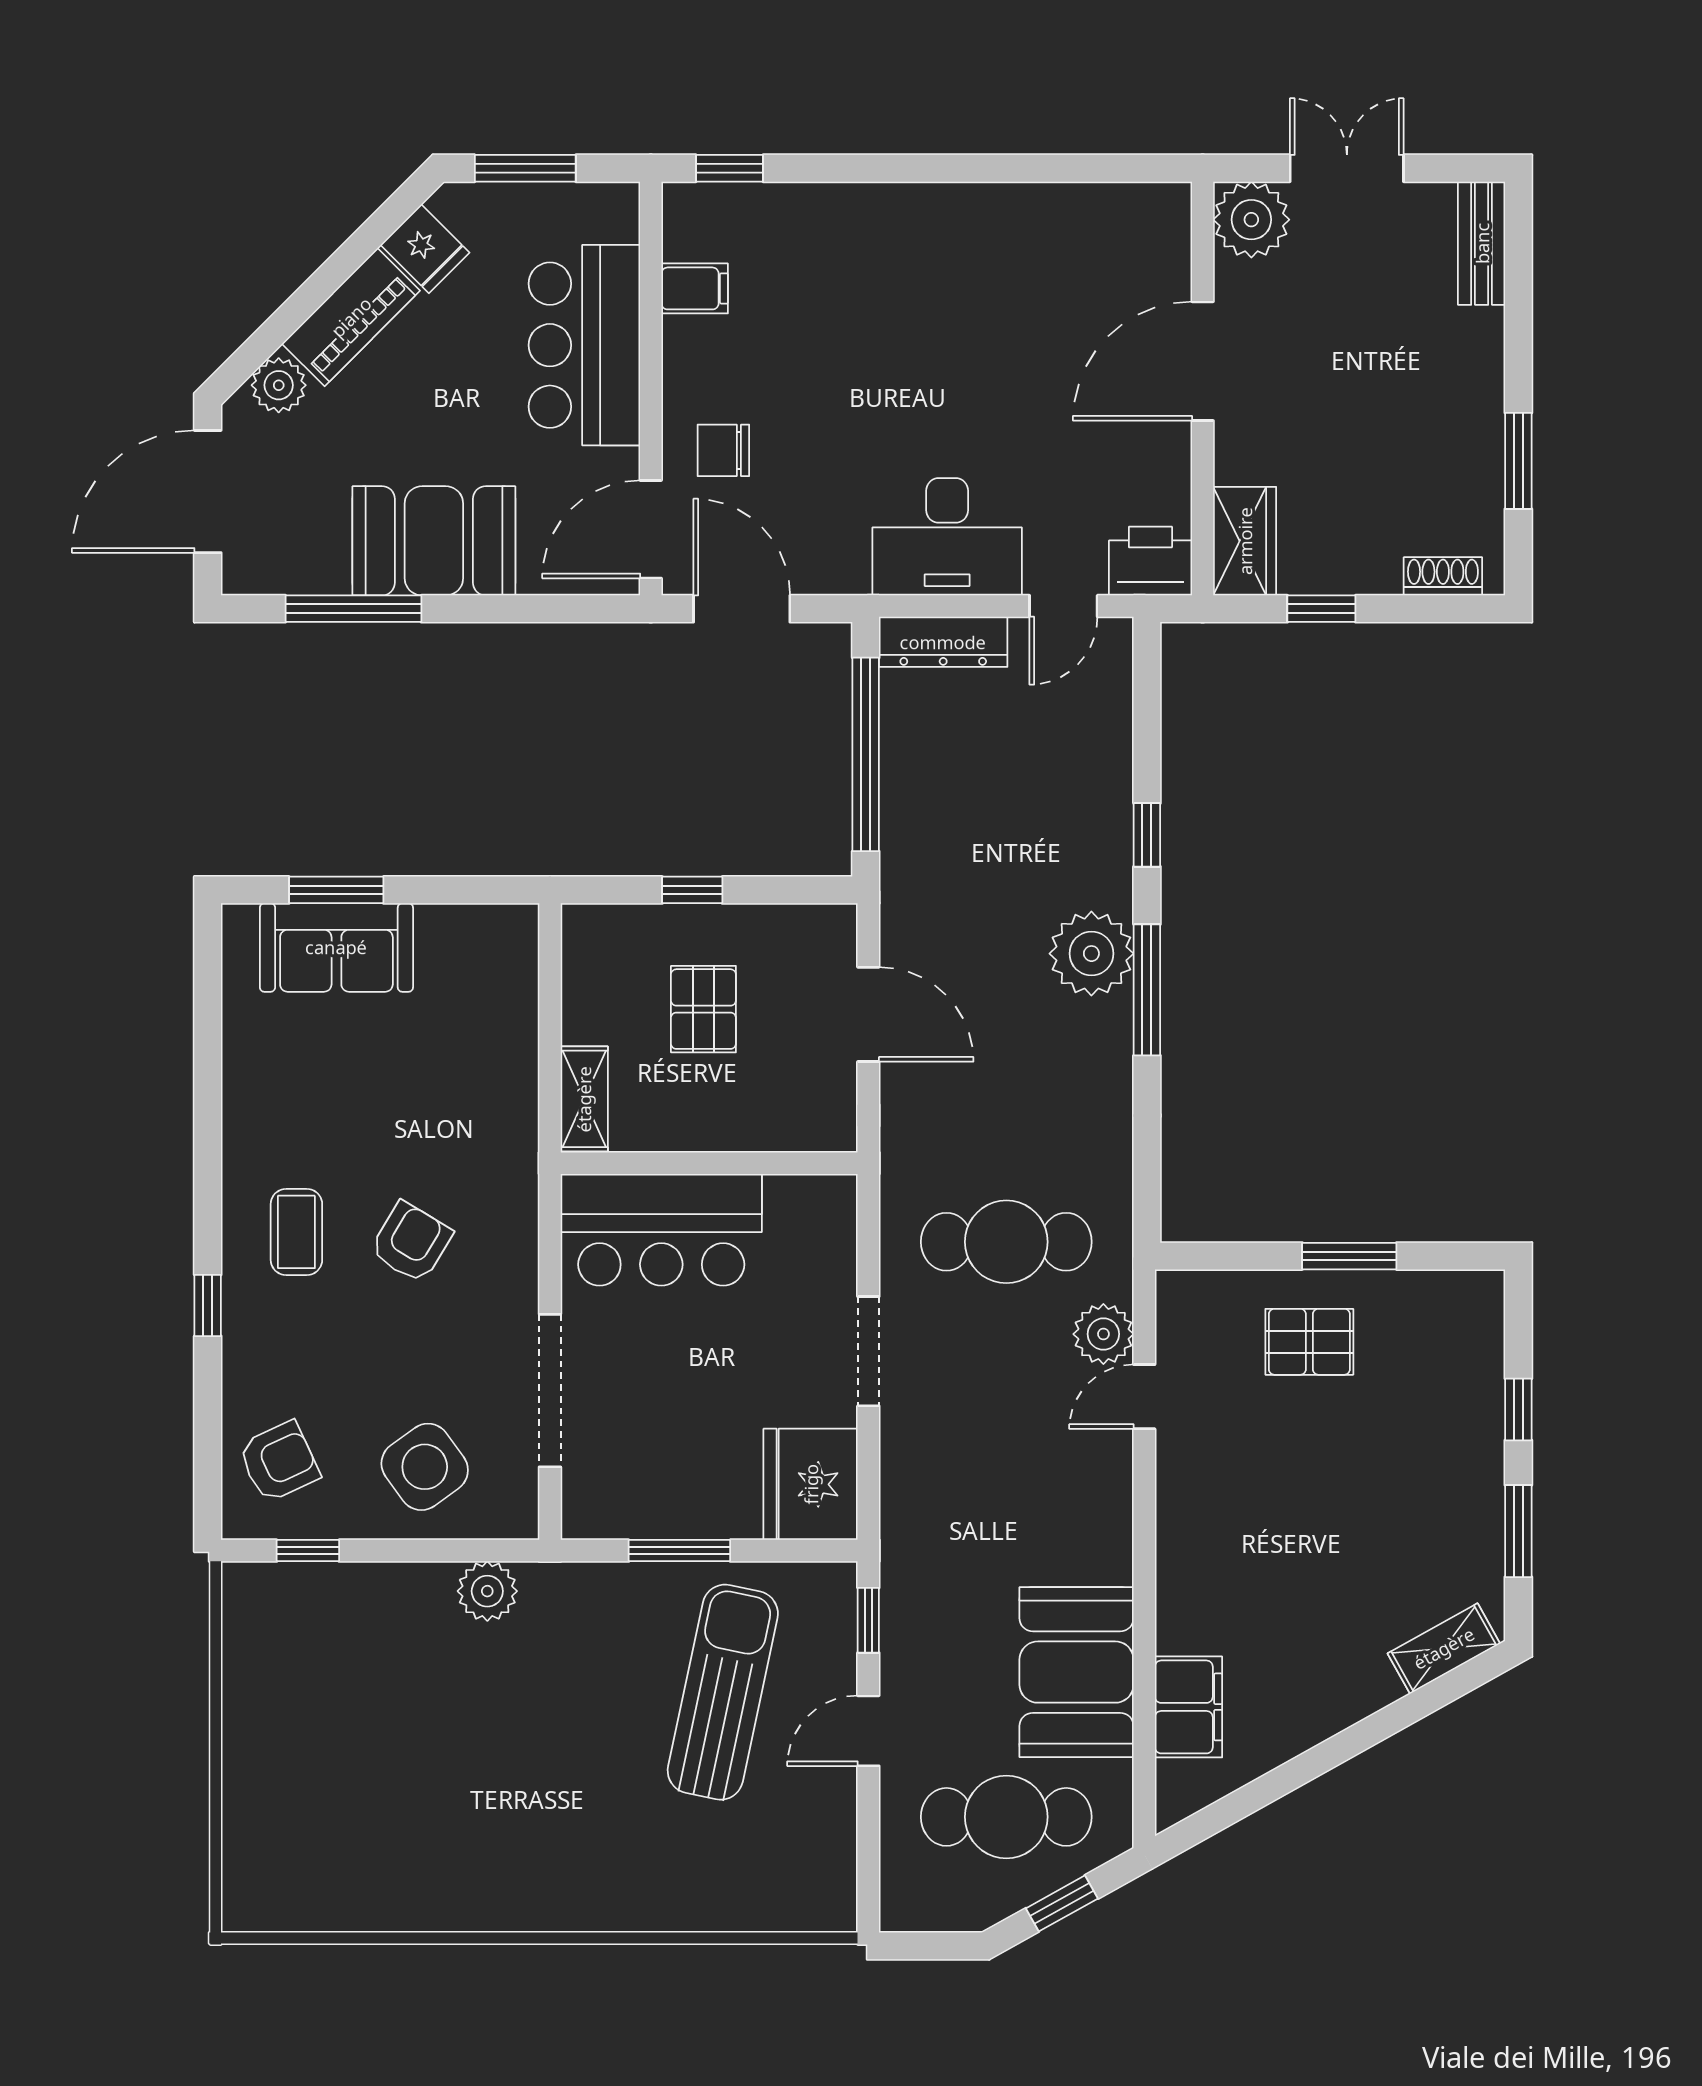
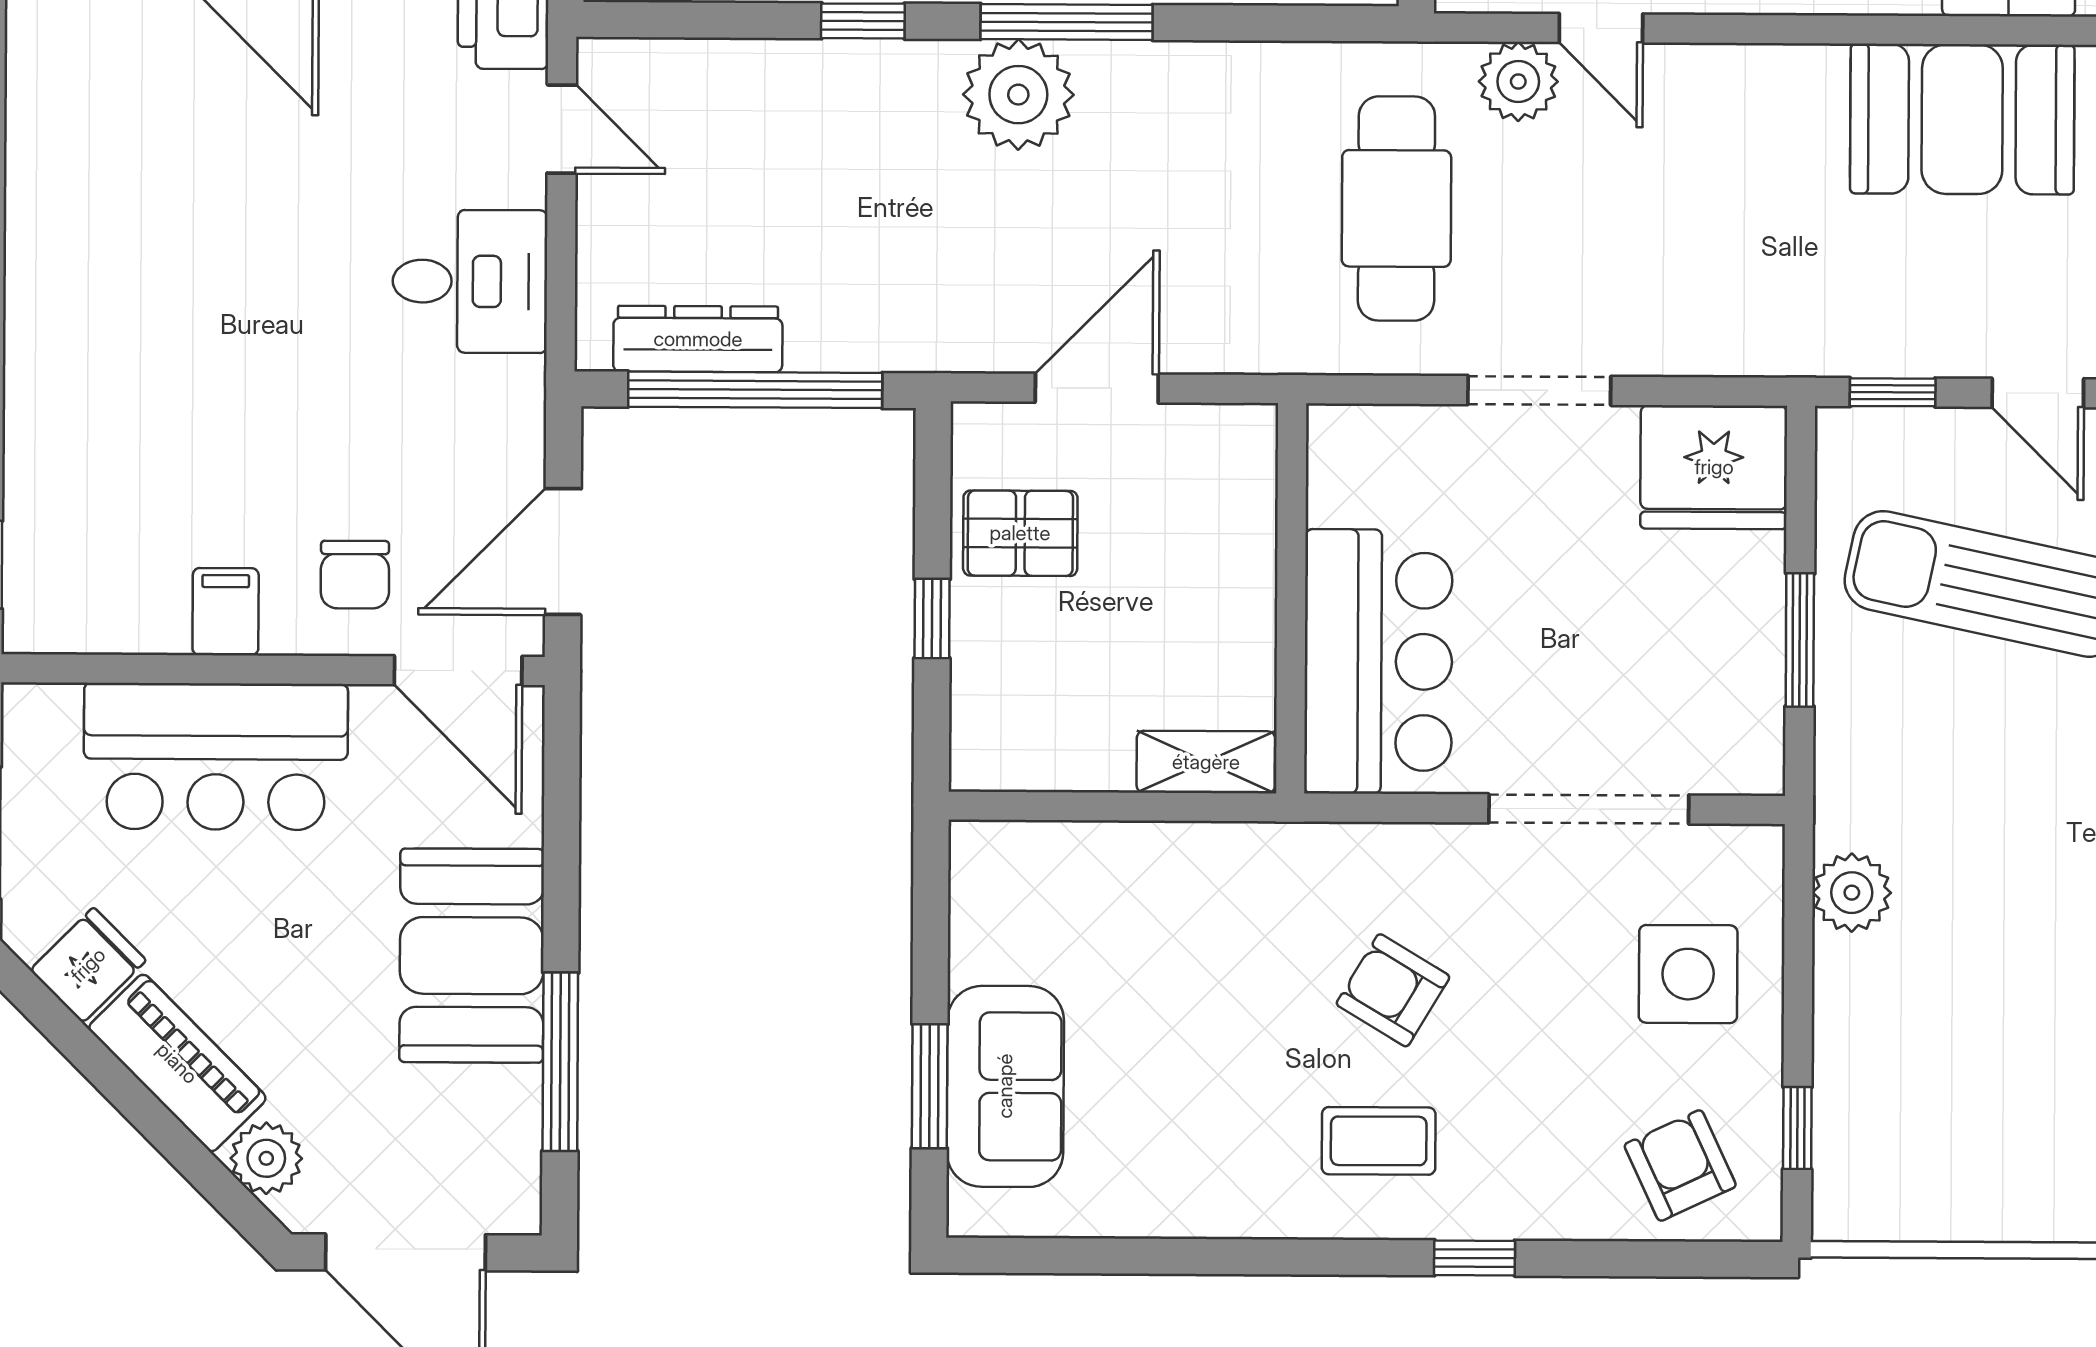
filing cabinet: (695, 288) -> (226, 612), moved
desk: (947, 537) -> (470, 281), width x0.73
dresser: (943, 642) -> (698, 339), moved, turned -90
pallet: (703, 1009) -> (1020, 533), moved
side table: (425, 1467) -> (1688, 974), turned 36

